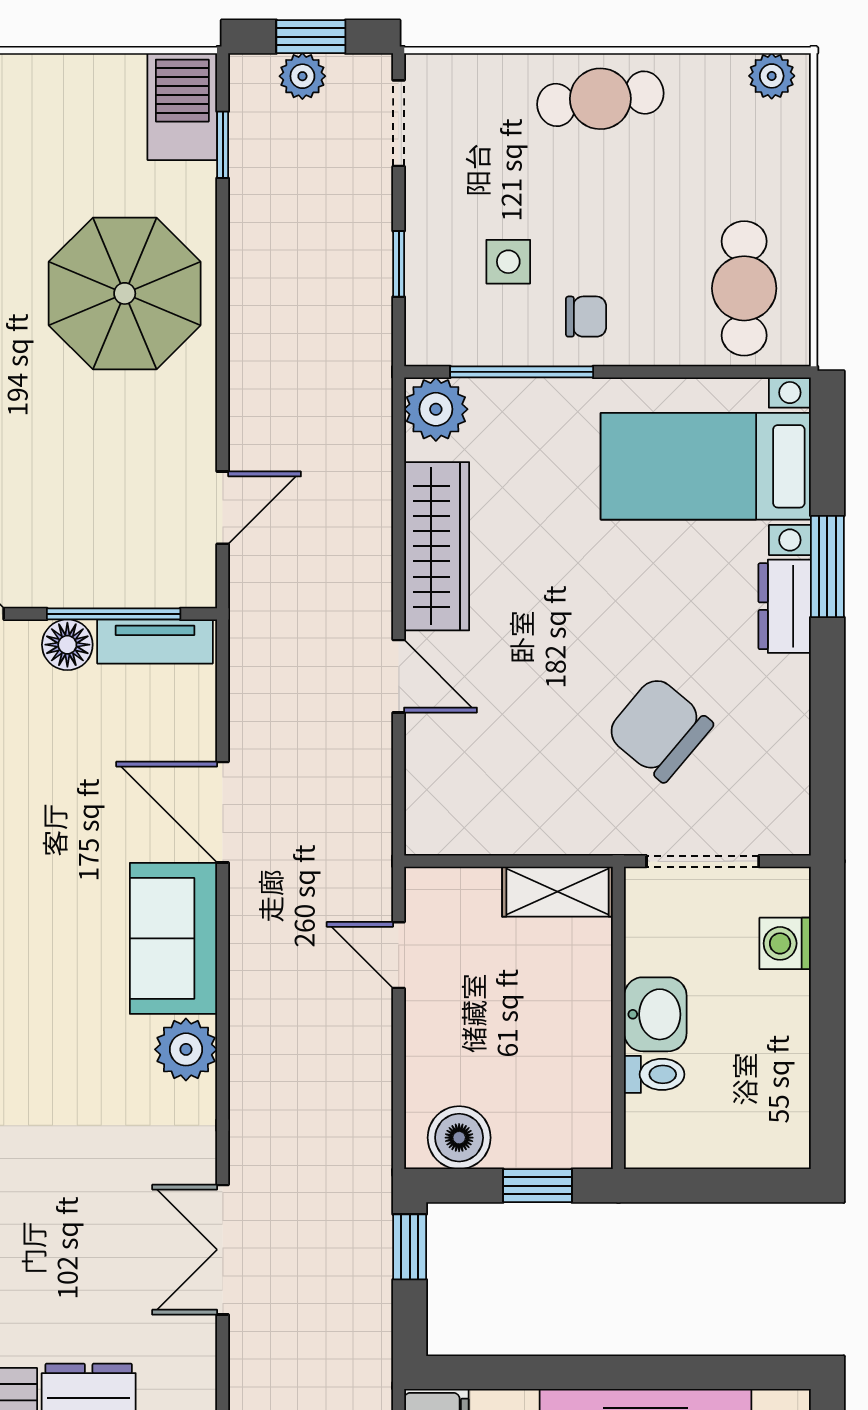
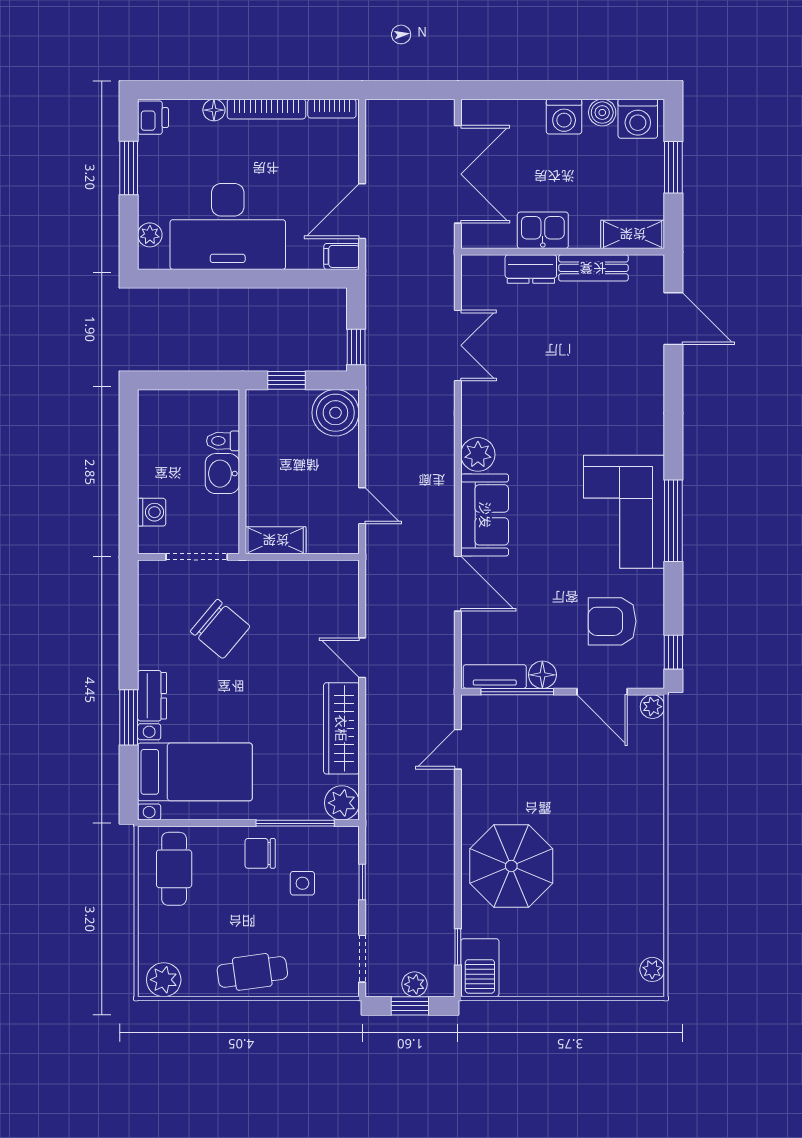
plant: (772, 76) -> (164, 980), width x1.38, depth x1.38
chair: (586, 317) -> (260, 853), width x1.37, depth x1.37
boiler: (459, 1138) -> (335, 413), width x1.37, depth x1.37

